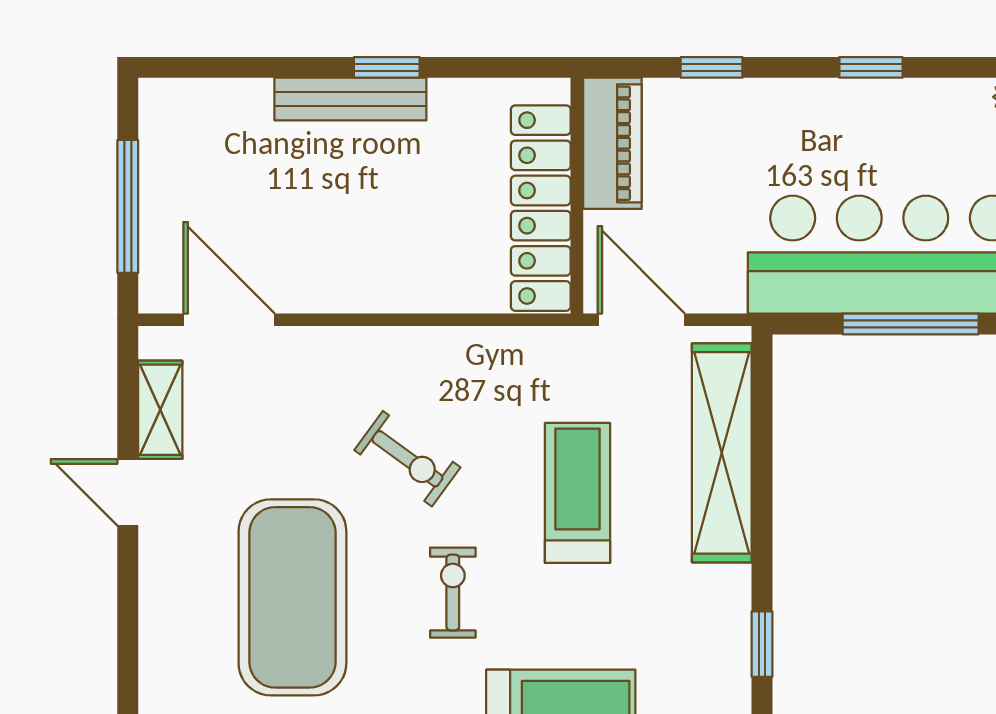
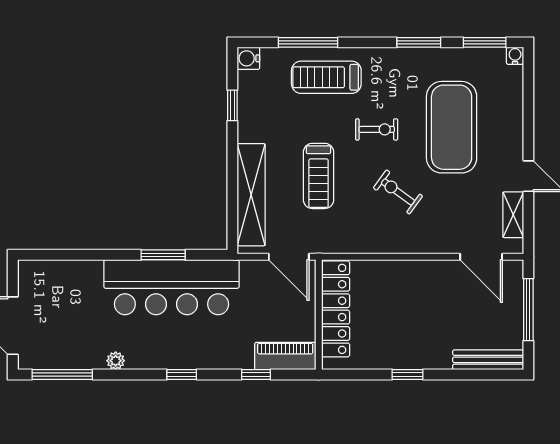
bench: (350, 99) -> (488, 360), moved
piano: (612, 143) -> (285, 356), moved, turned 90
window: (911, 324) -> (163, 255), width x0.69
exercise bike: (453, 593) -> (377, 129), turned -90

